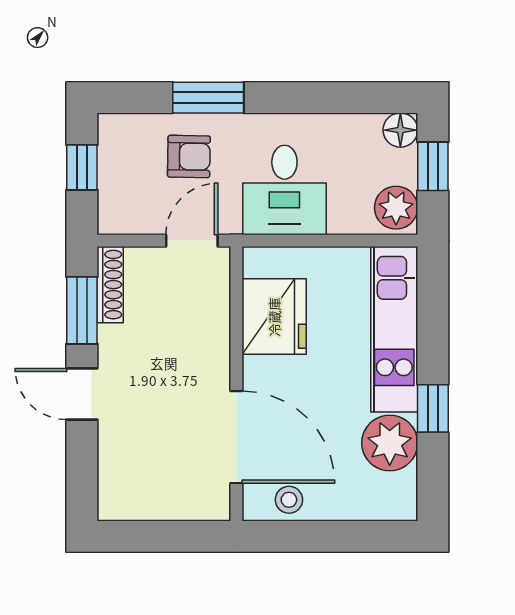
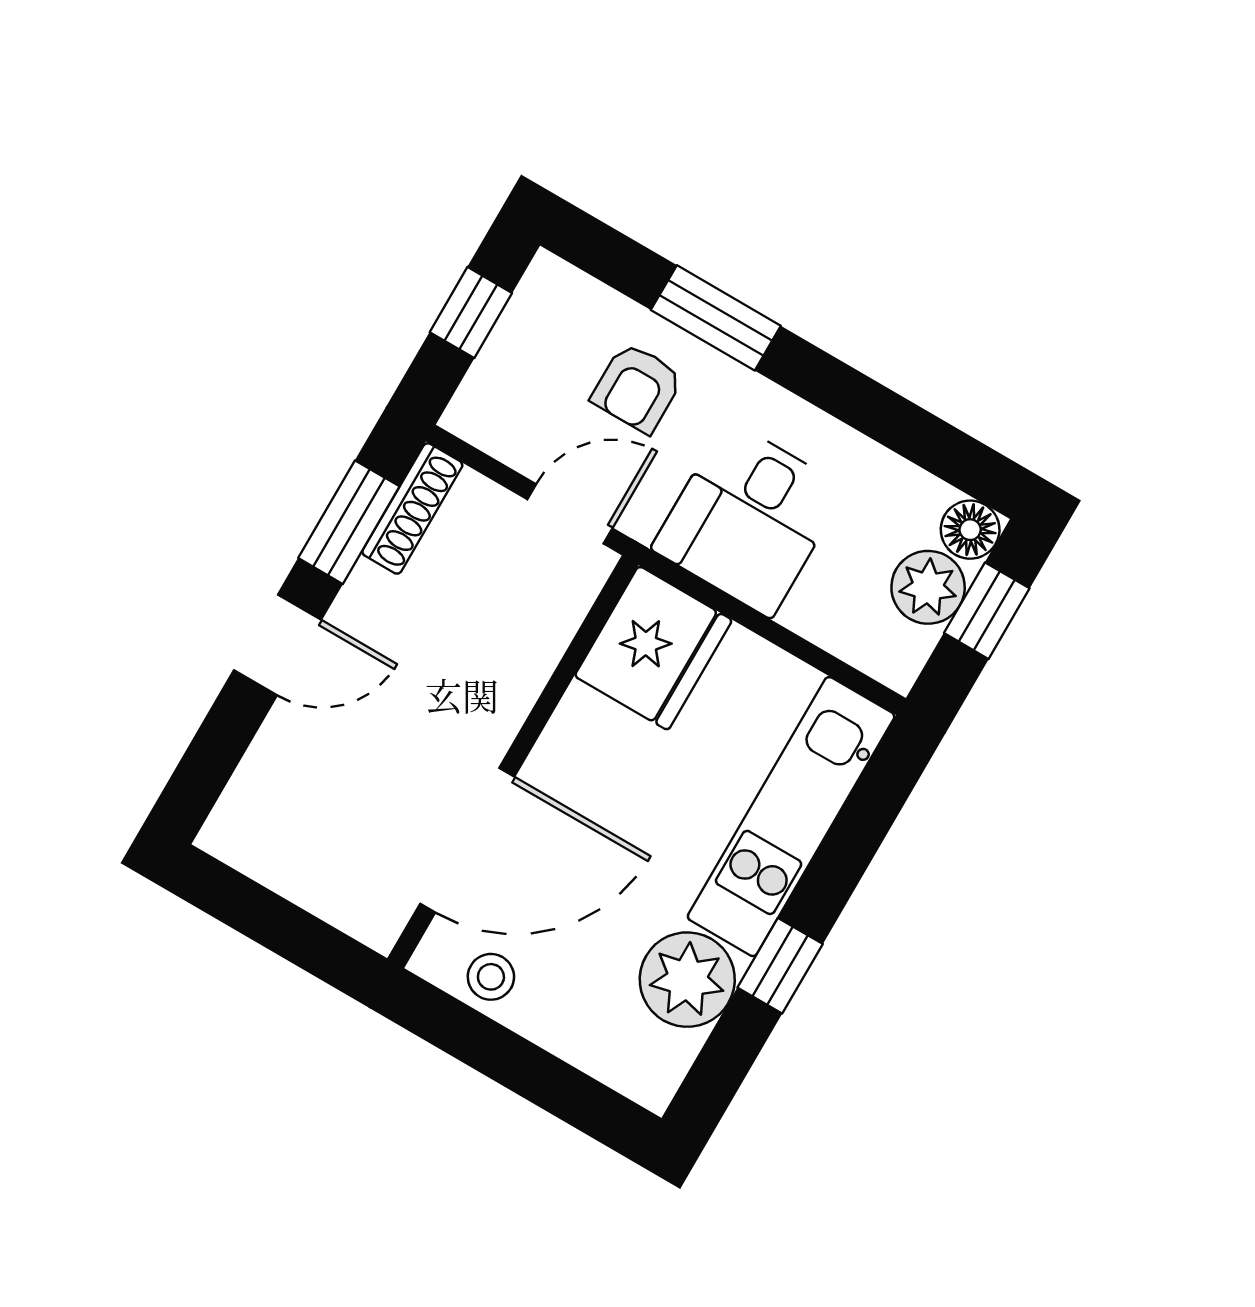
armchair: (189, 156) -> (637, 388), turned 89
plant: (396, 208) -> (928, 587), moved
fridge: (274, 317) -> (653, 648), moved
door: (82, 394) -> (277, 645), swing flipped
door: (236, 437) -> (467, 840), hinge flipped

